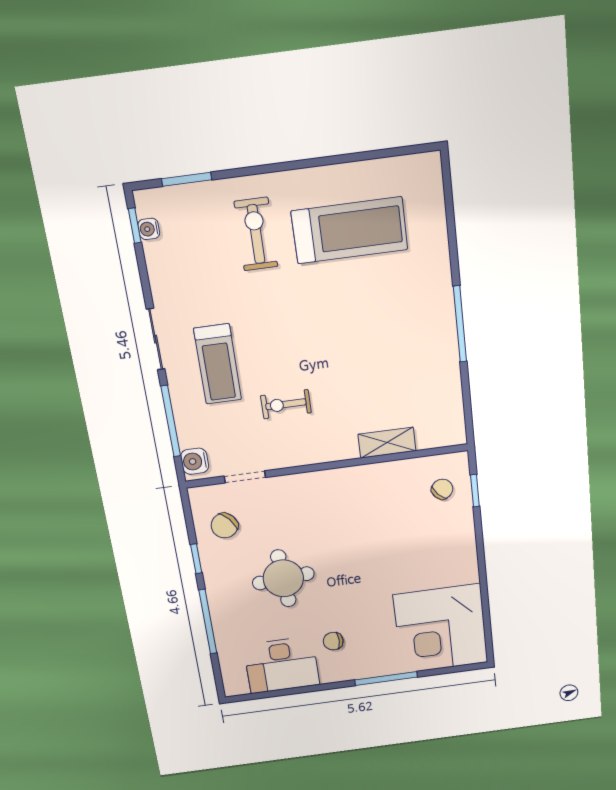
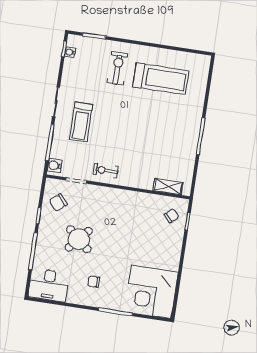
exercise bike: (286, 404) -> (106, 171), moved
shelving: (387, 443) -> (168, 186), moved
round table: (283, 578) -> (79, 239), turned 45
desk: (282, 665) -> (49, 285), moved

